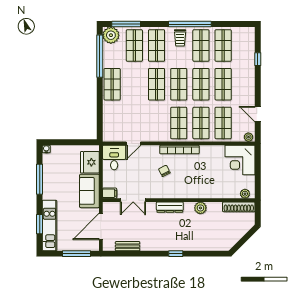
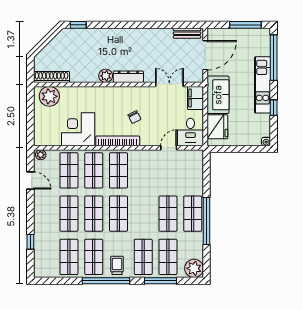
window: (126, 24) -> (160, 281), moved
window: (100, 56) -> (206, 221), moved
shop shelf: (157, 84) -> (168, 214), moved
corner desk: (240, 160) -> (78, 129), moved, turned -90
window: (40, 179) -> (274, 108), width x0.46
filing cabinet: (110, 193) -> (196, 98), width x2.00
plant: (245, 194) -> (49, 96), width x1.87, depth x1.87
plant: (200, 208) -> (106, 76), moved
window: (40, 224) -> (274, 58), width x2.11
kitchen unit: (49, 225) -> (262, 85), moved
bench: (128, 246) -> (187, 33), moved
window: (77, 254) -> (245, 25), moved
window: (176, 254) -> (78, 25), moved

